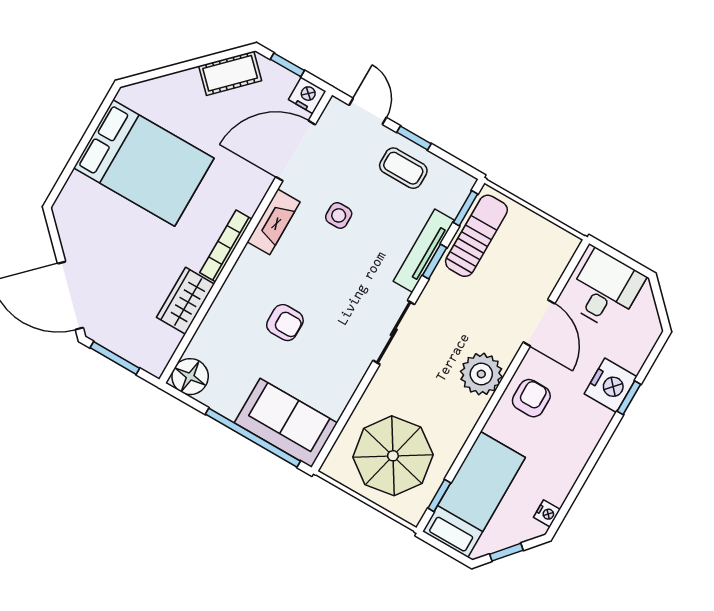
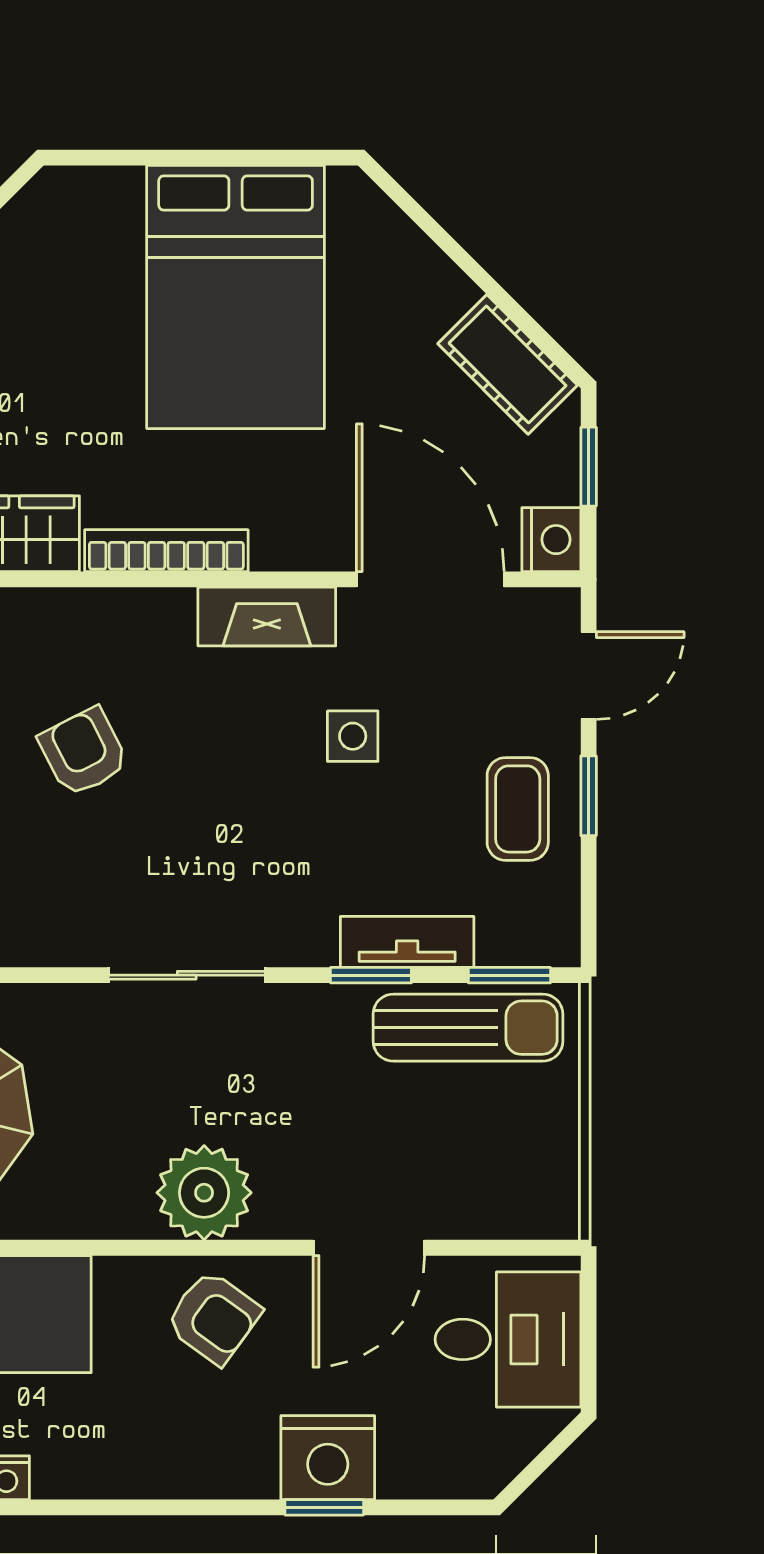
tv unit: (424, 251) -> (407, 942), width x0.71
armchair: (285, 323) -> (83, 752), turned 153
armchair: (531, 398) -> (213, 1317), turned 36

